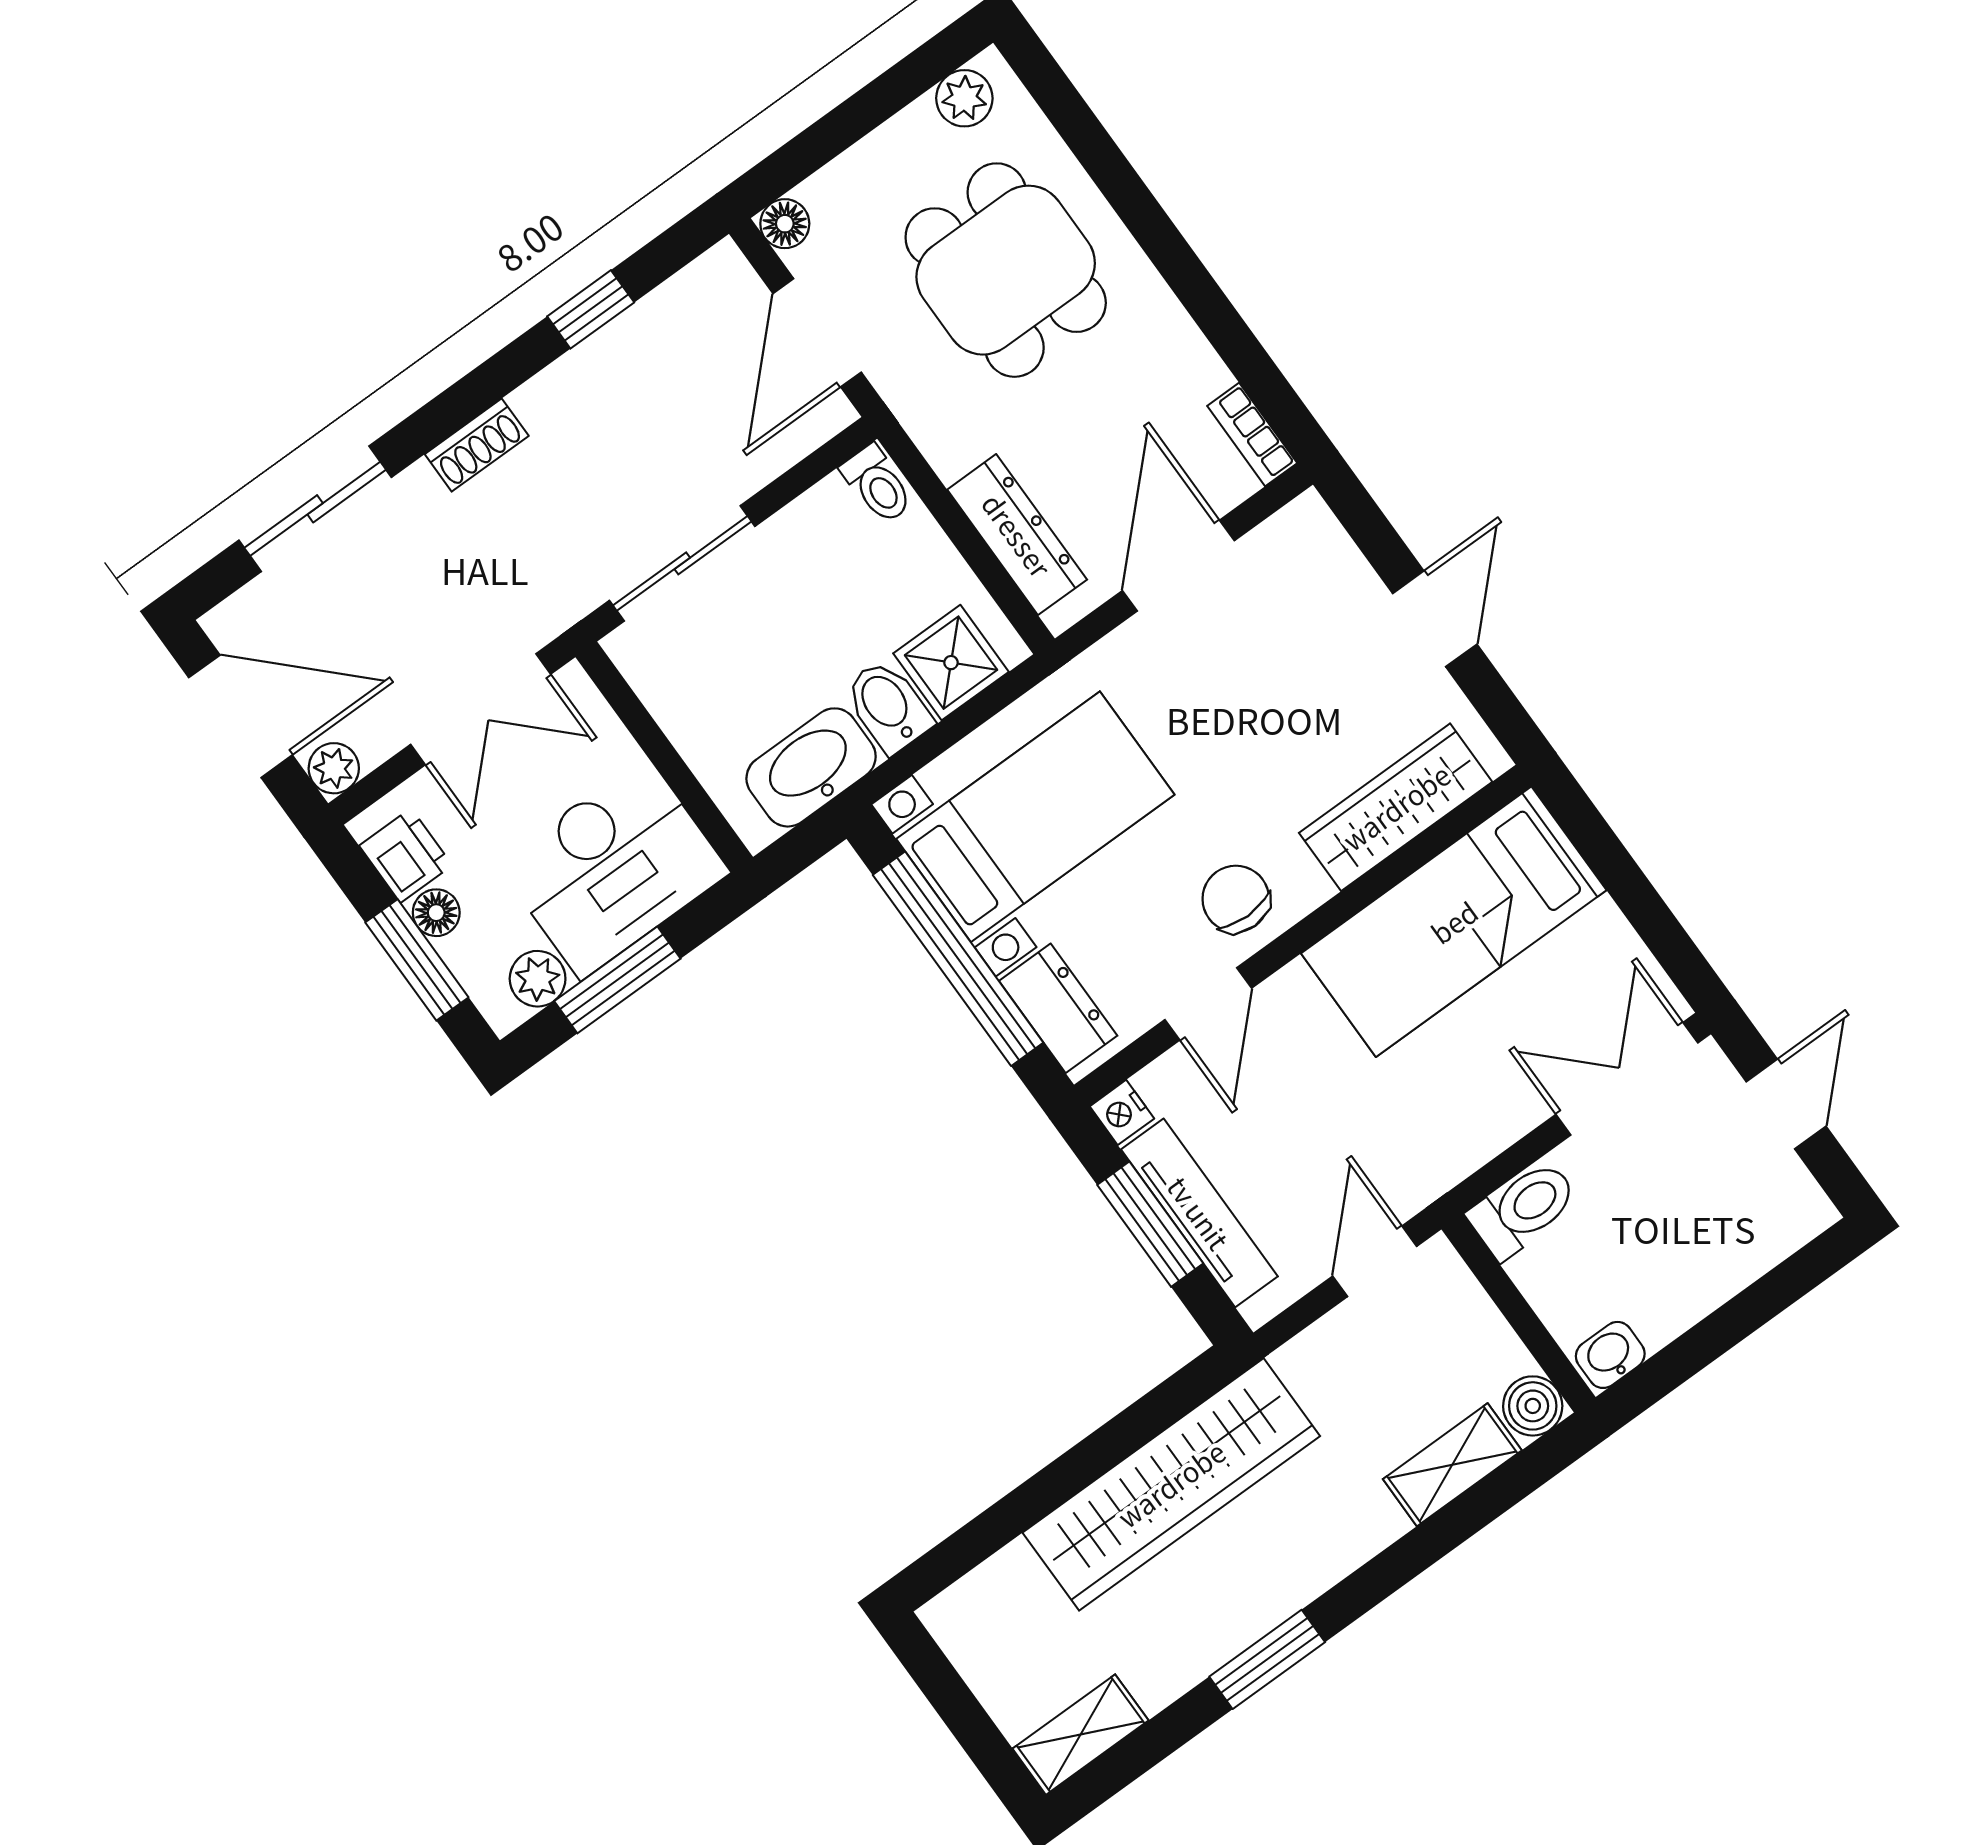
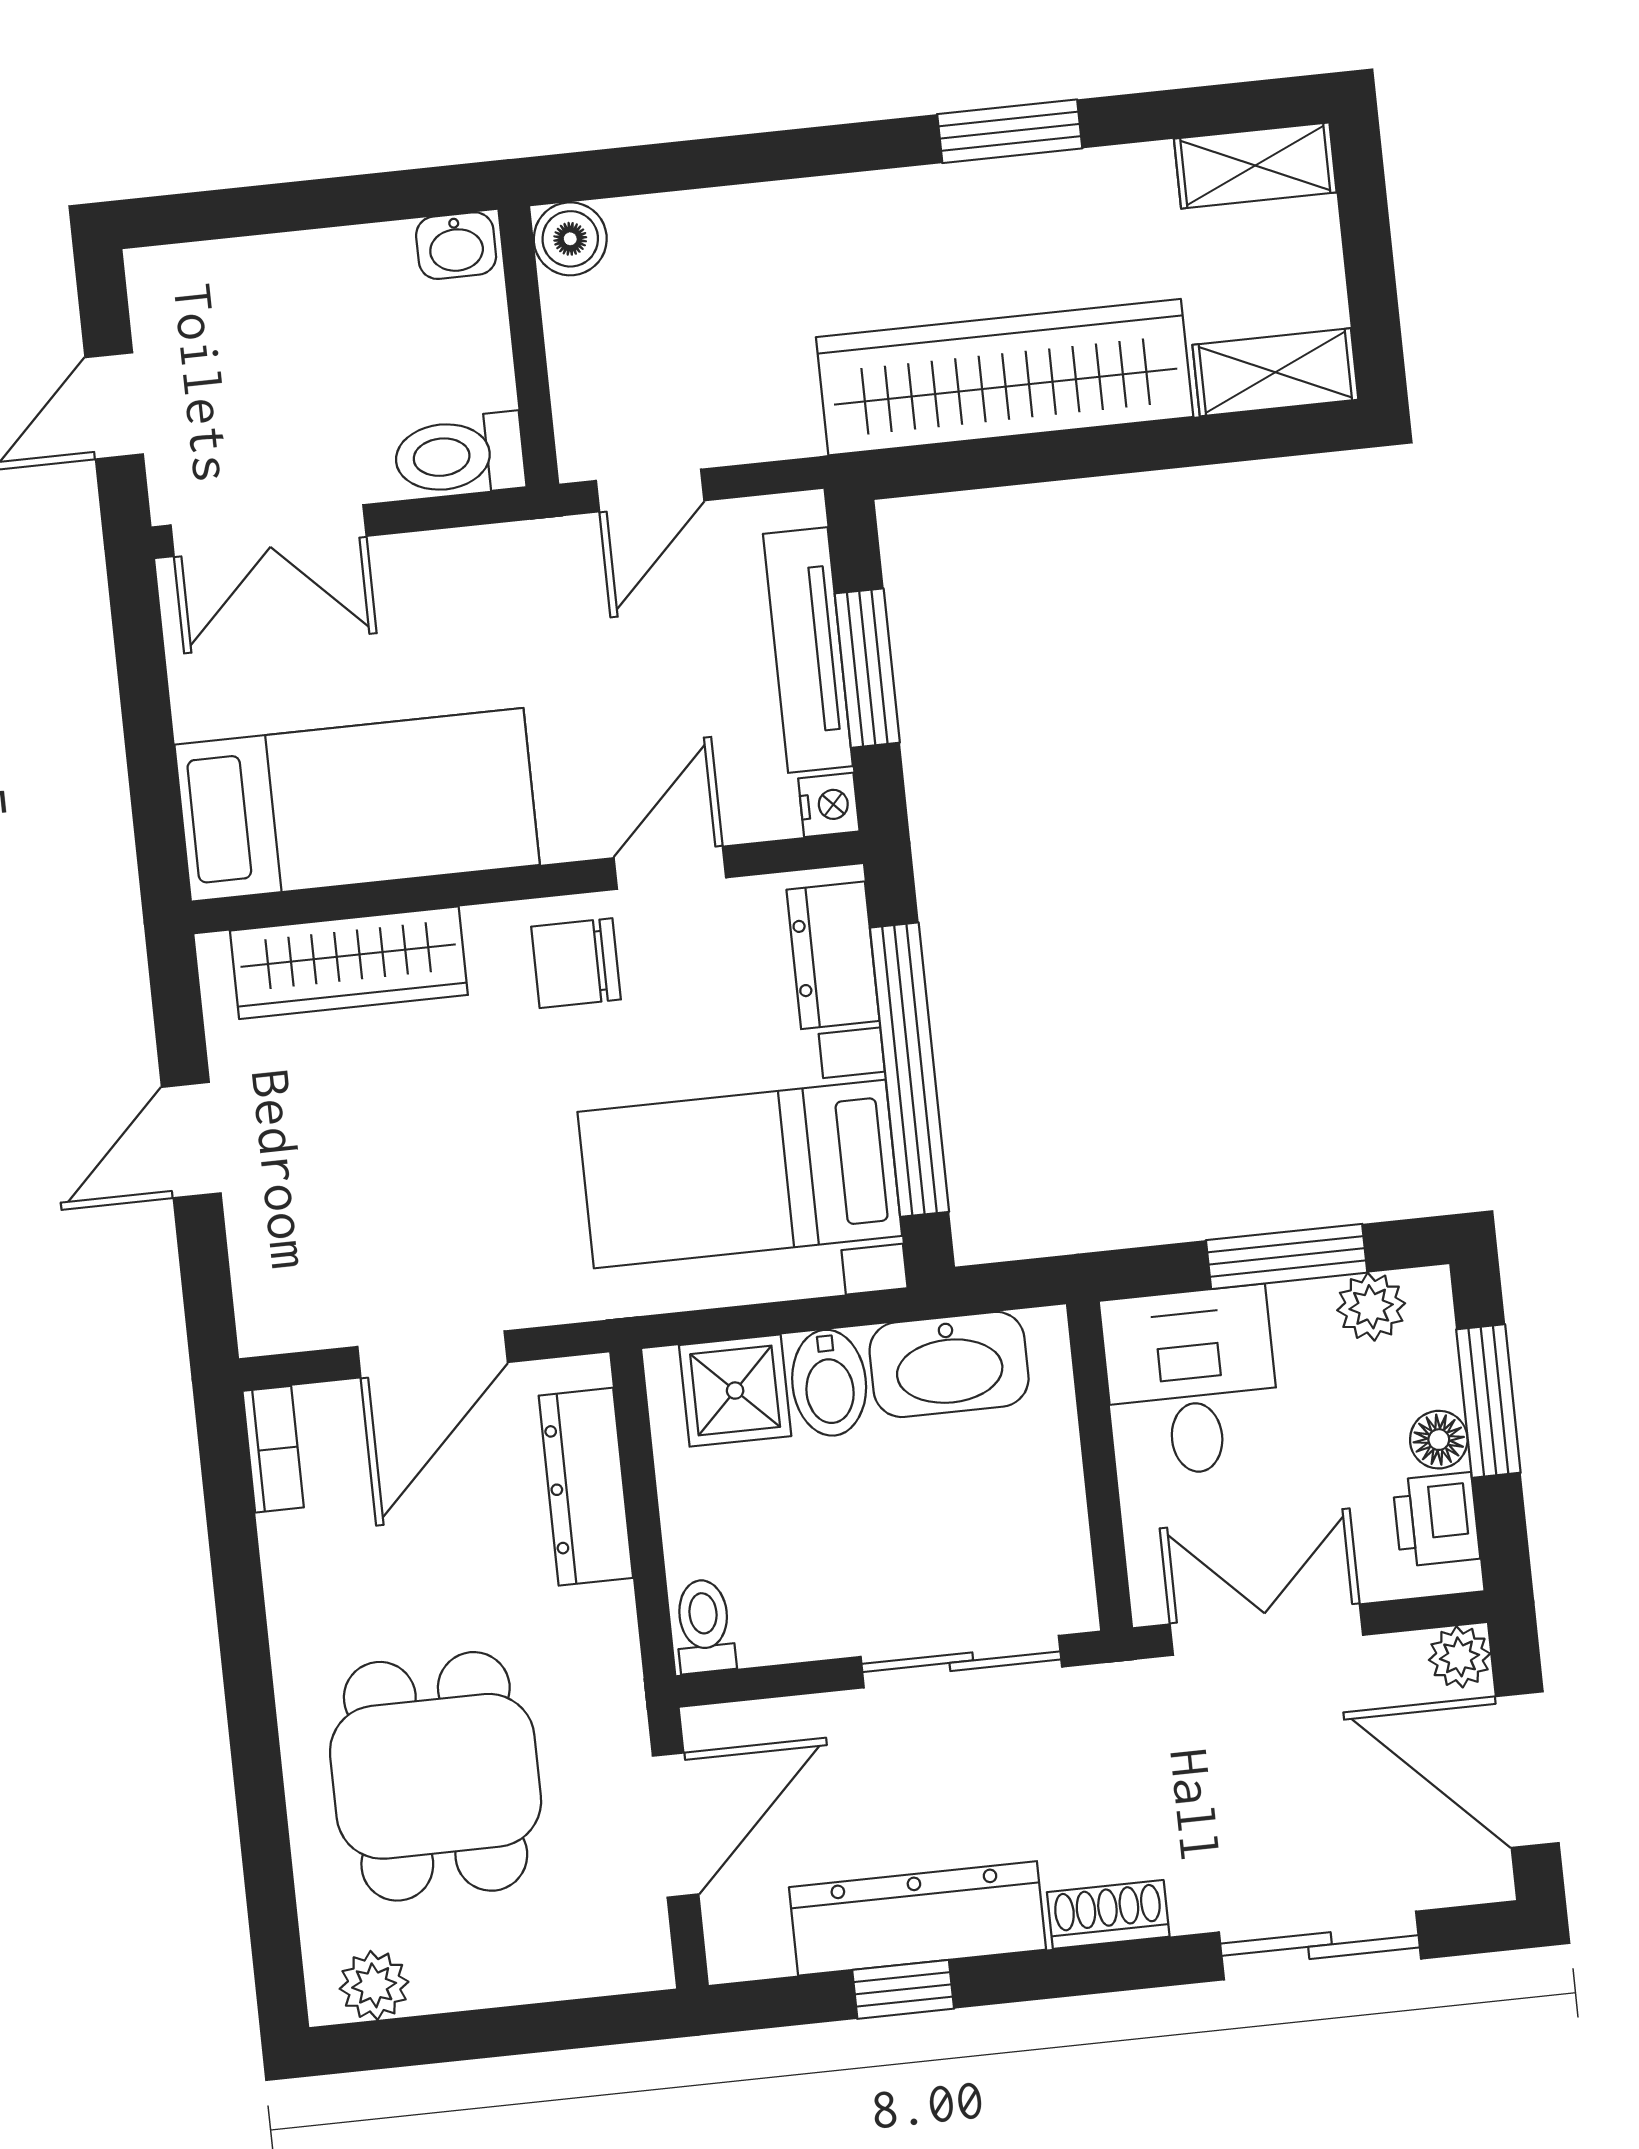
floor lamp: (785, 224) -> (643, 1962), removed
dresser: (609, 365) -> (918, 1918), added
desk: (613, 868) -> (1191, 1382), width x0.73
chair: (1236, 899) -> (576, 963), turned 90
shelving: (1452, 1465) -> (1275, 372), moved

